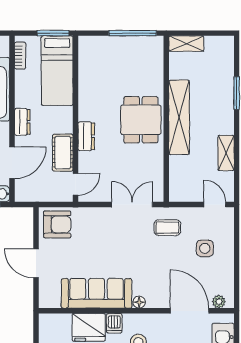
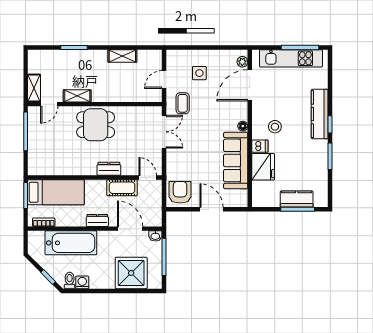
door: (166, 62) -> (49, 104), added
shelving: (179, 117) -> (77, 96), width x0.45, depth x0.75
double door: (132, 205) -> (164, 132), swing flipped
door: (215, 205) -> (164, 79), moved
door: (36, 263) -> (211, 209), swing flipped

